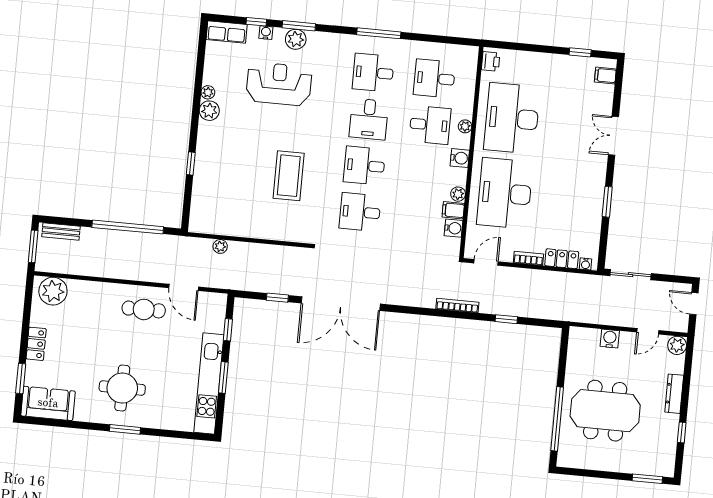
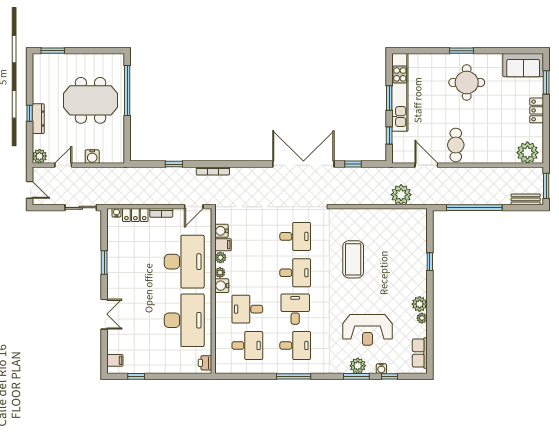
row of seats: (227, 32) -> (420, 353), moved, turned -90
plant: (465, 126) -> (220, 272), moved
plant: (220, 246) -> (401, 195), width x1.88, depth x1.88
cafe table: (144, 309) -> (456, 145), turned 90
window: (682, 432) -> (30, 113), moved

